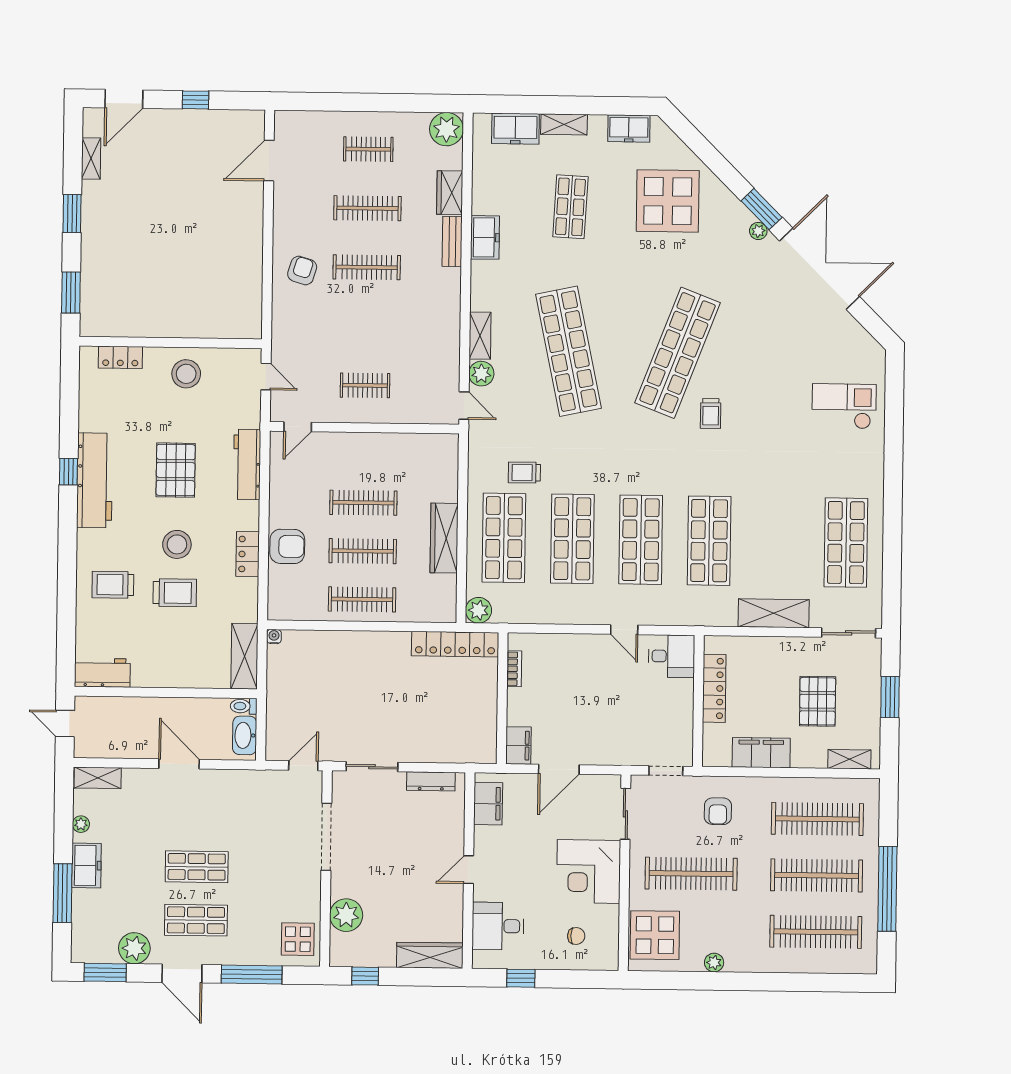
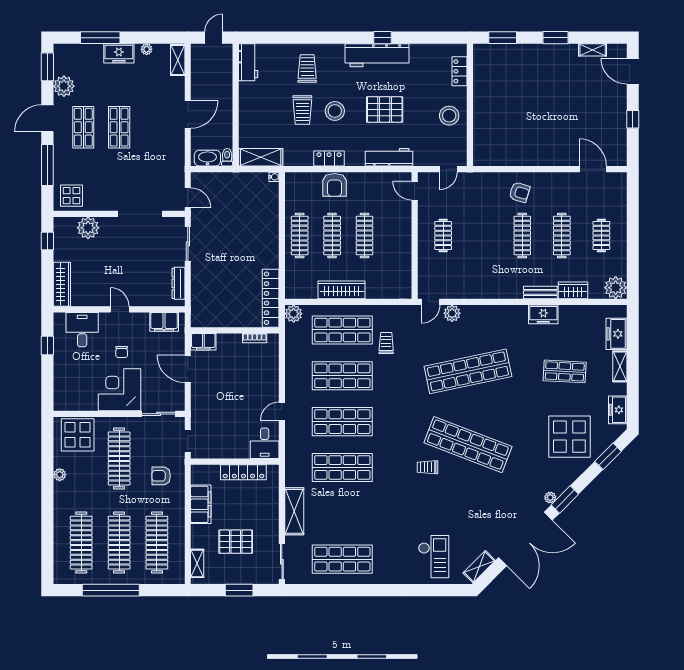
window: (698, 144) -> (608, 456), added
shelving: (480, 336) -> (479, 567), moved, turned -45
chair: (576, 936) -> (122, 352), moved

